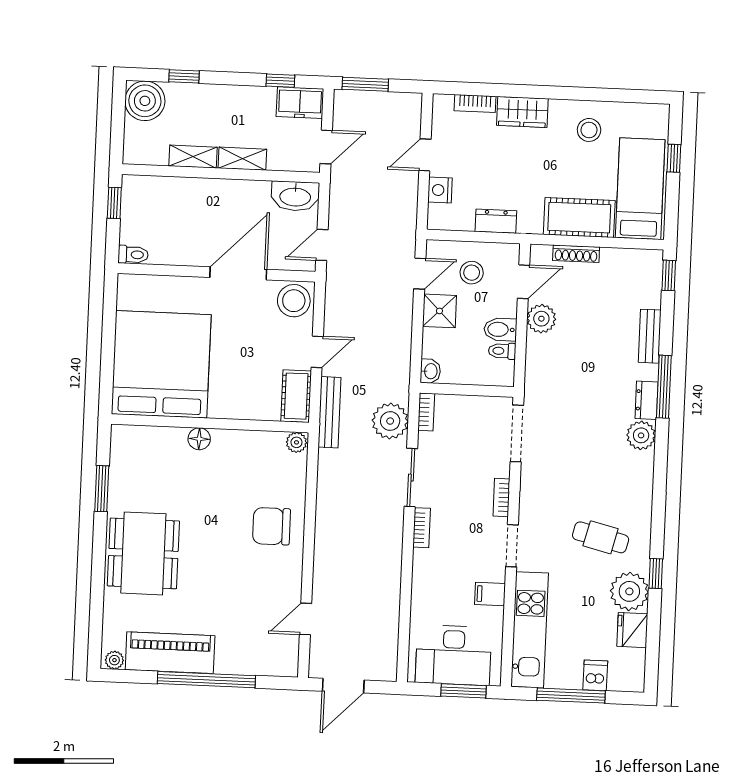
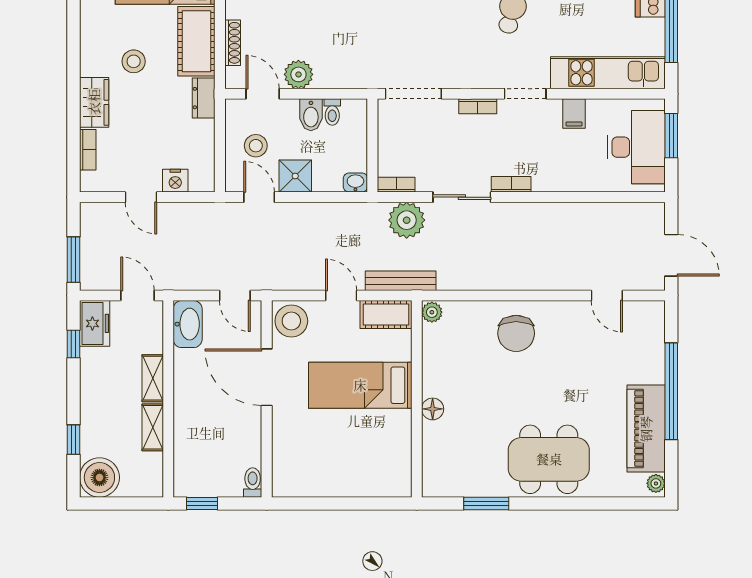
stool: (589, 130) -> (134, 61), moved
dresser: (496, 221) -> (204, 98), moved
bed: (161, 364) -> (360, 385), moved, width x0.49

